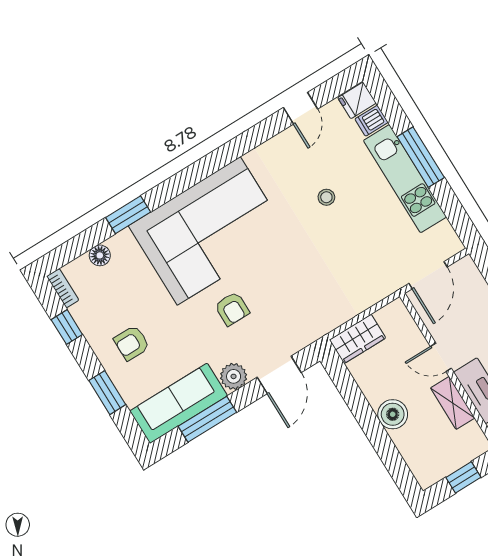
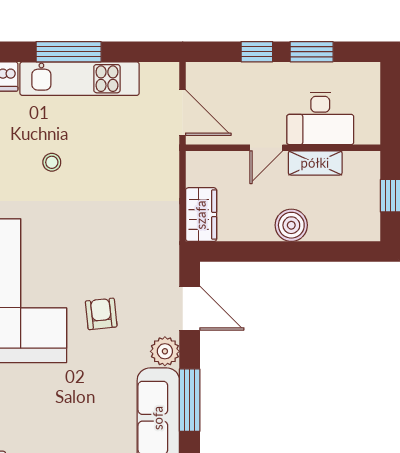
armchair: (232, 309) -> (101, 314), turned -96
armchair: (132, 343) -> (75, 427), removed

